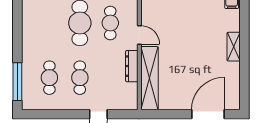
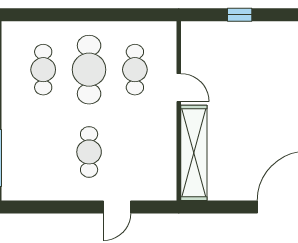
dresser: (132, 66) -> (167, 135), removed
cafe table: (49, 78) -> (43, 70), moved

